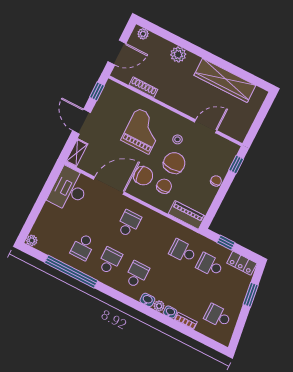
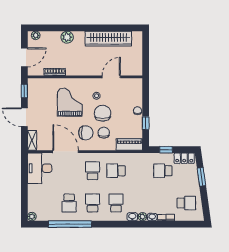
window: (236, 165) -> (146, 123), moved
door: (109, 186) -> (66, 152), hinge flipped
school desk: (183, 251) -> (116, 171), moved
school desk: (218, 316) -> (186, 203), turned 180

